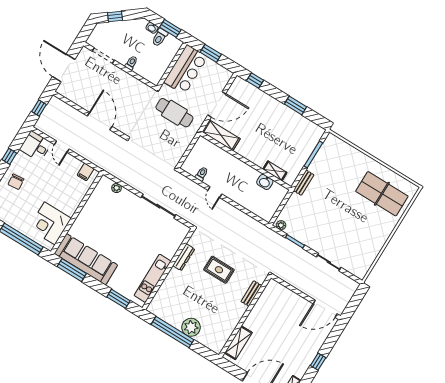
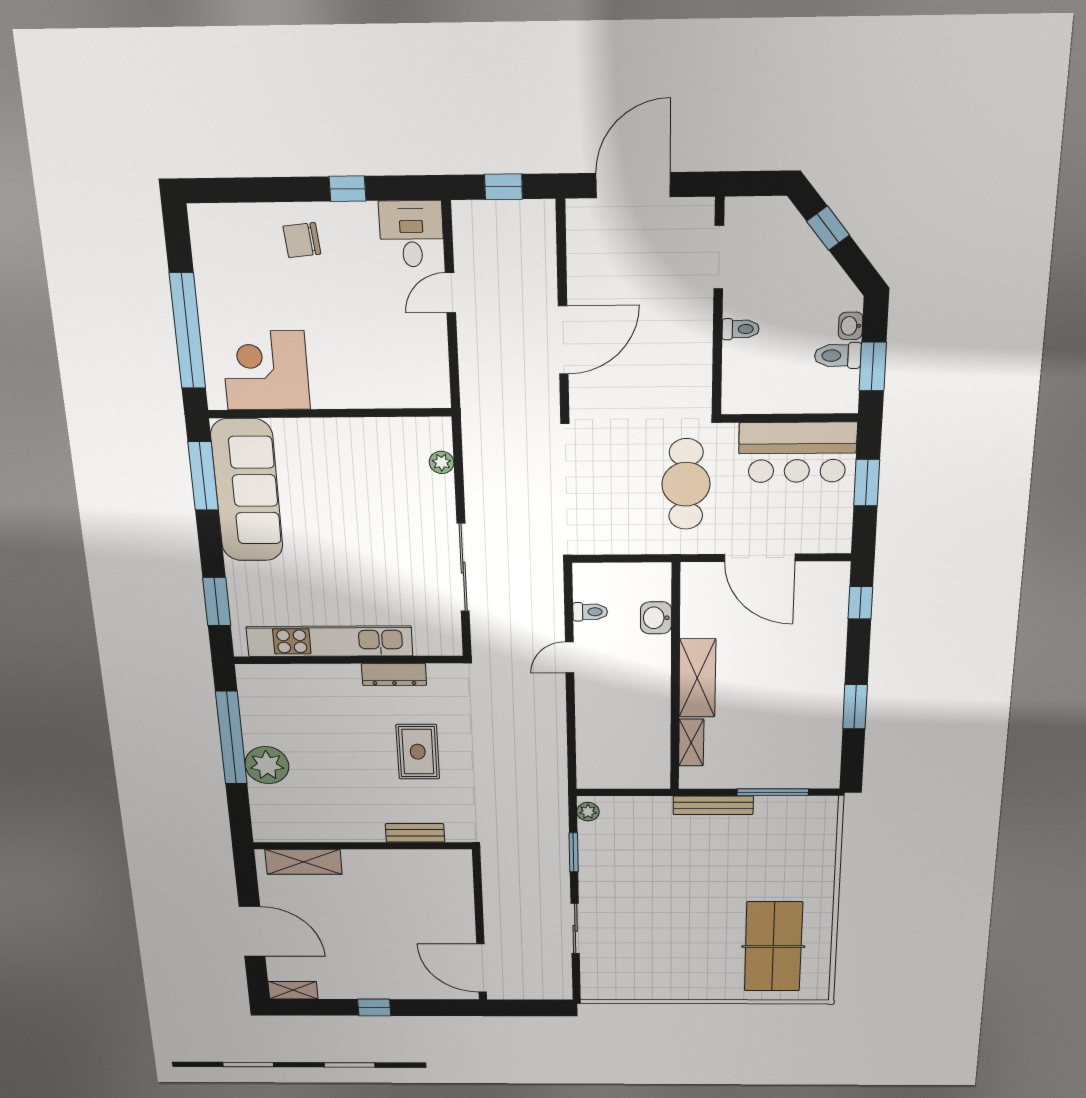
shelving: (221, 135) -> (697, 678), moved
filing cabinet: (85, 172) -> (430, 378), removed
washbasin: (265, 182) -> (656, 618), moved
bench: (304, 183) -> (713, 805), width x1.36
kitchen unit: (153, 278) -> (330, 641), width x1.36

